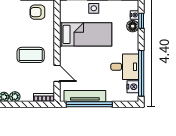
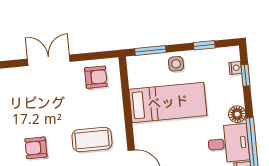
armchair: (37, 12) -> (96, 77), turned 180
floor lamp: (133, 26) -> (237, 114), moved

